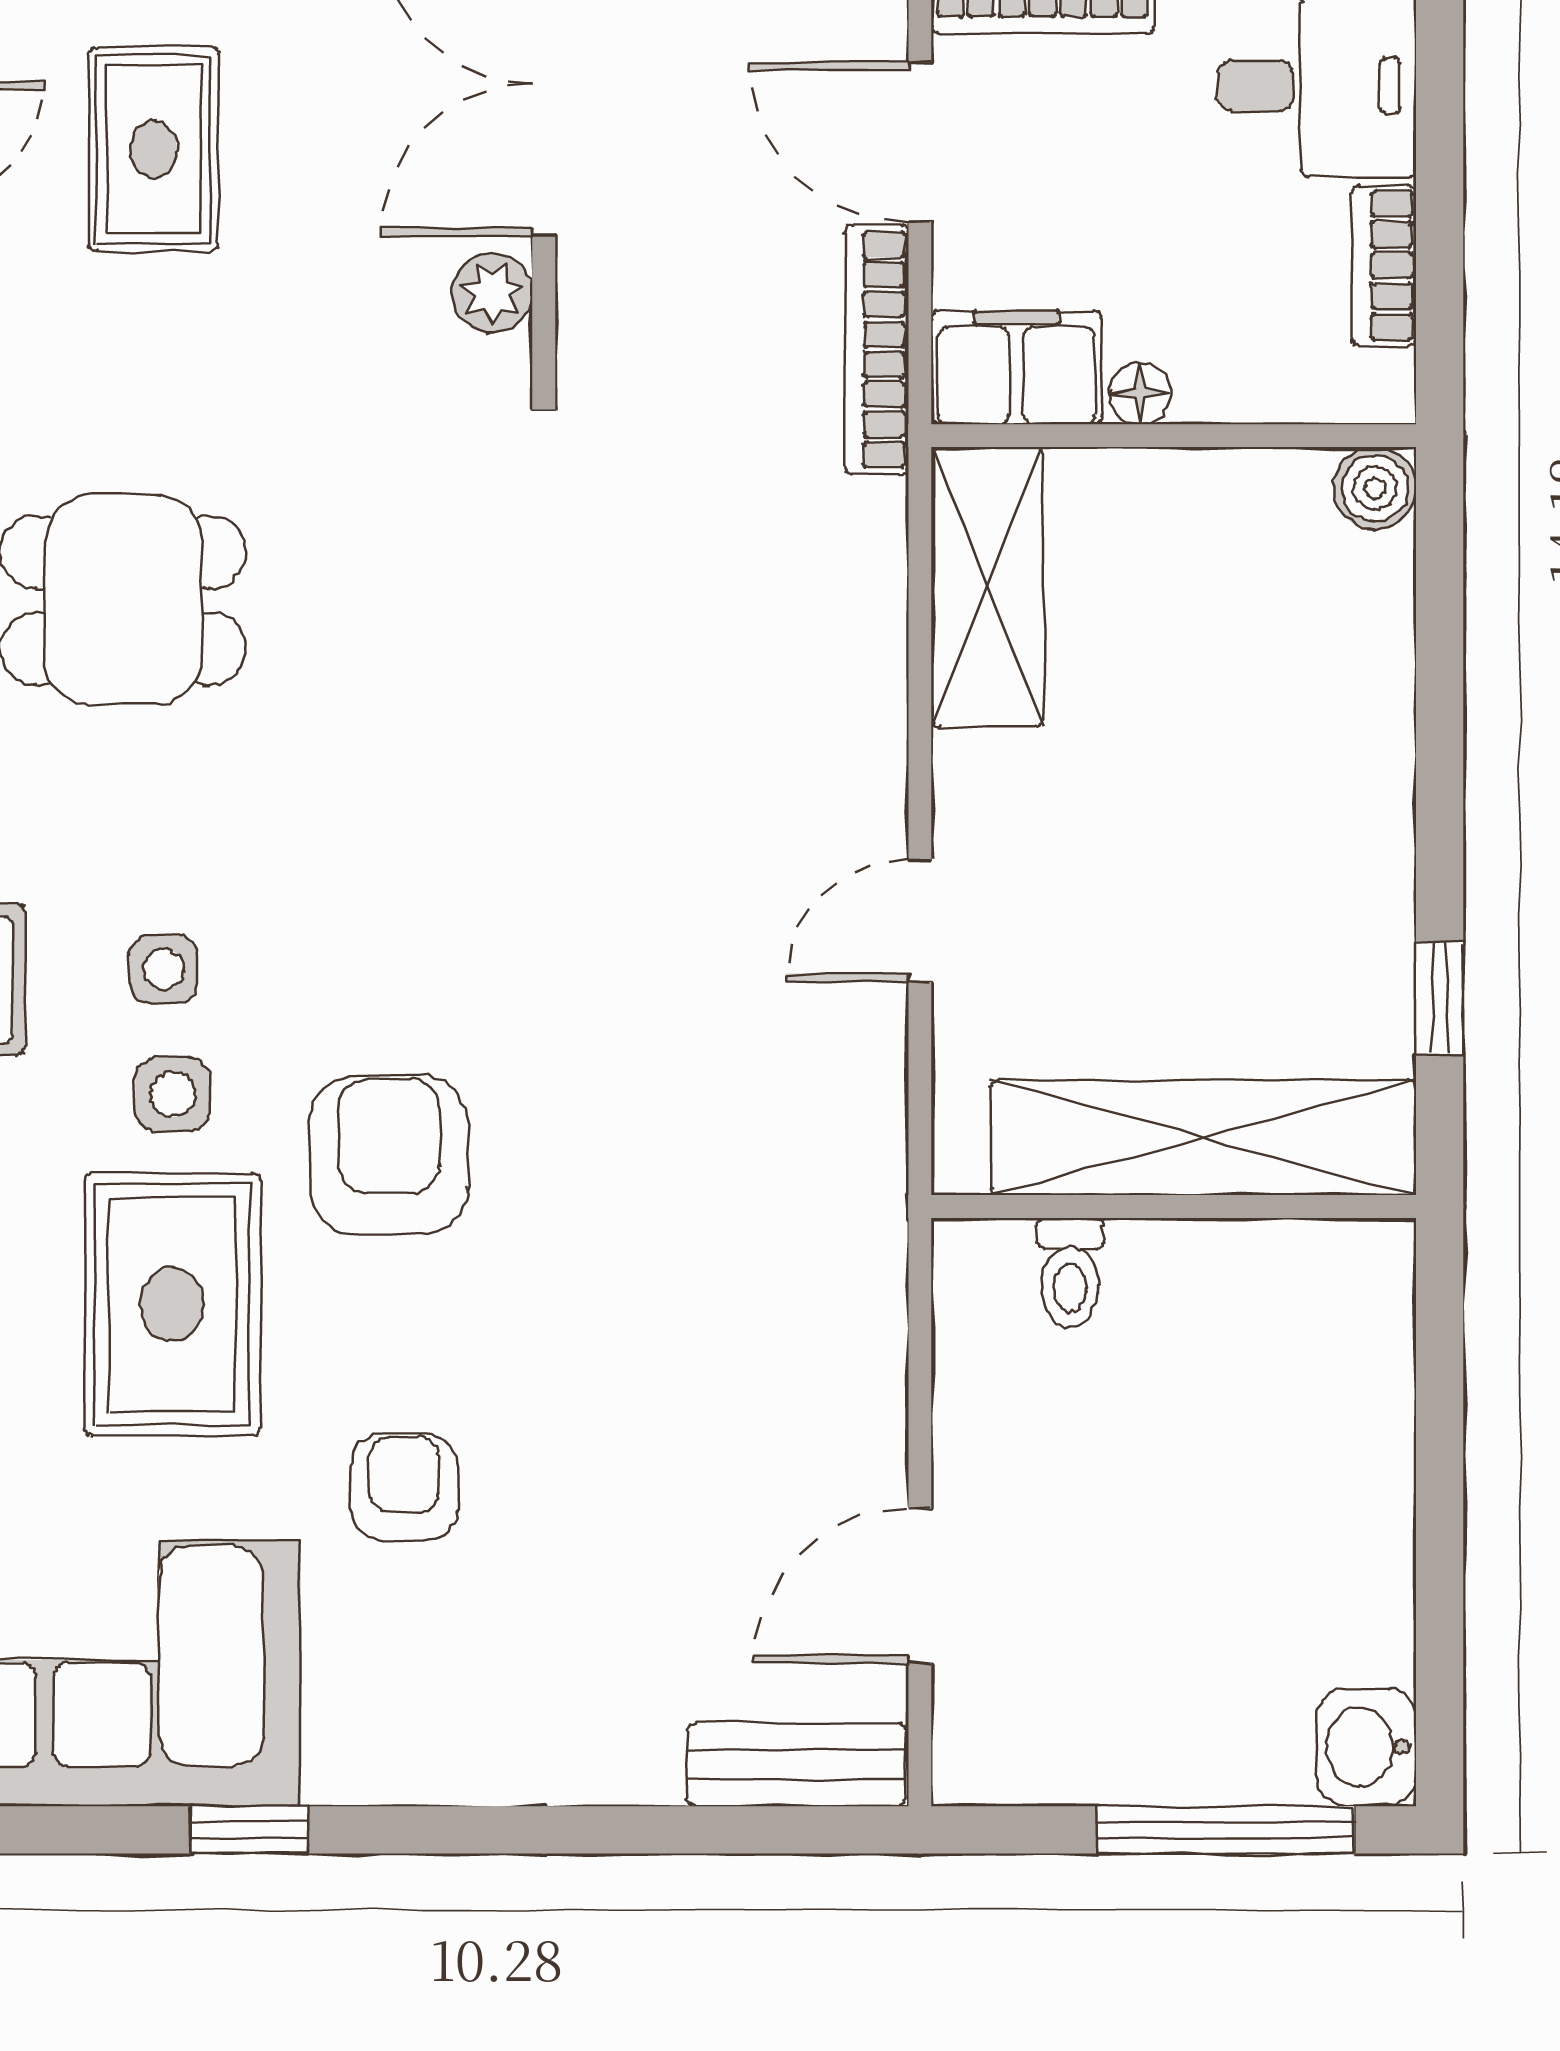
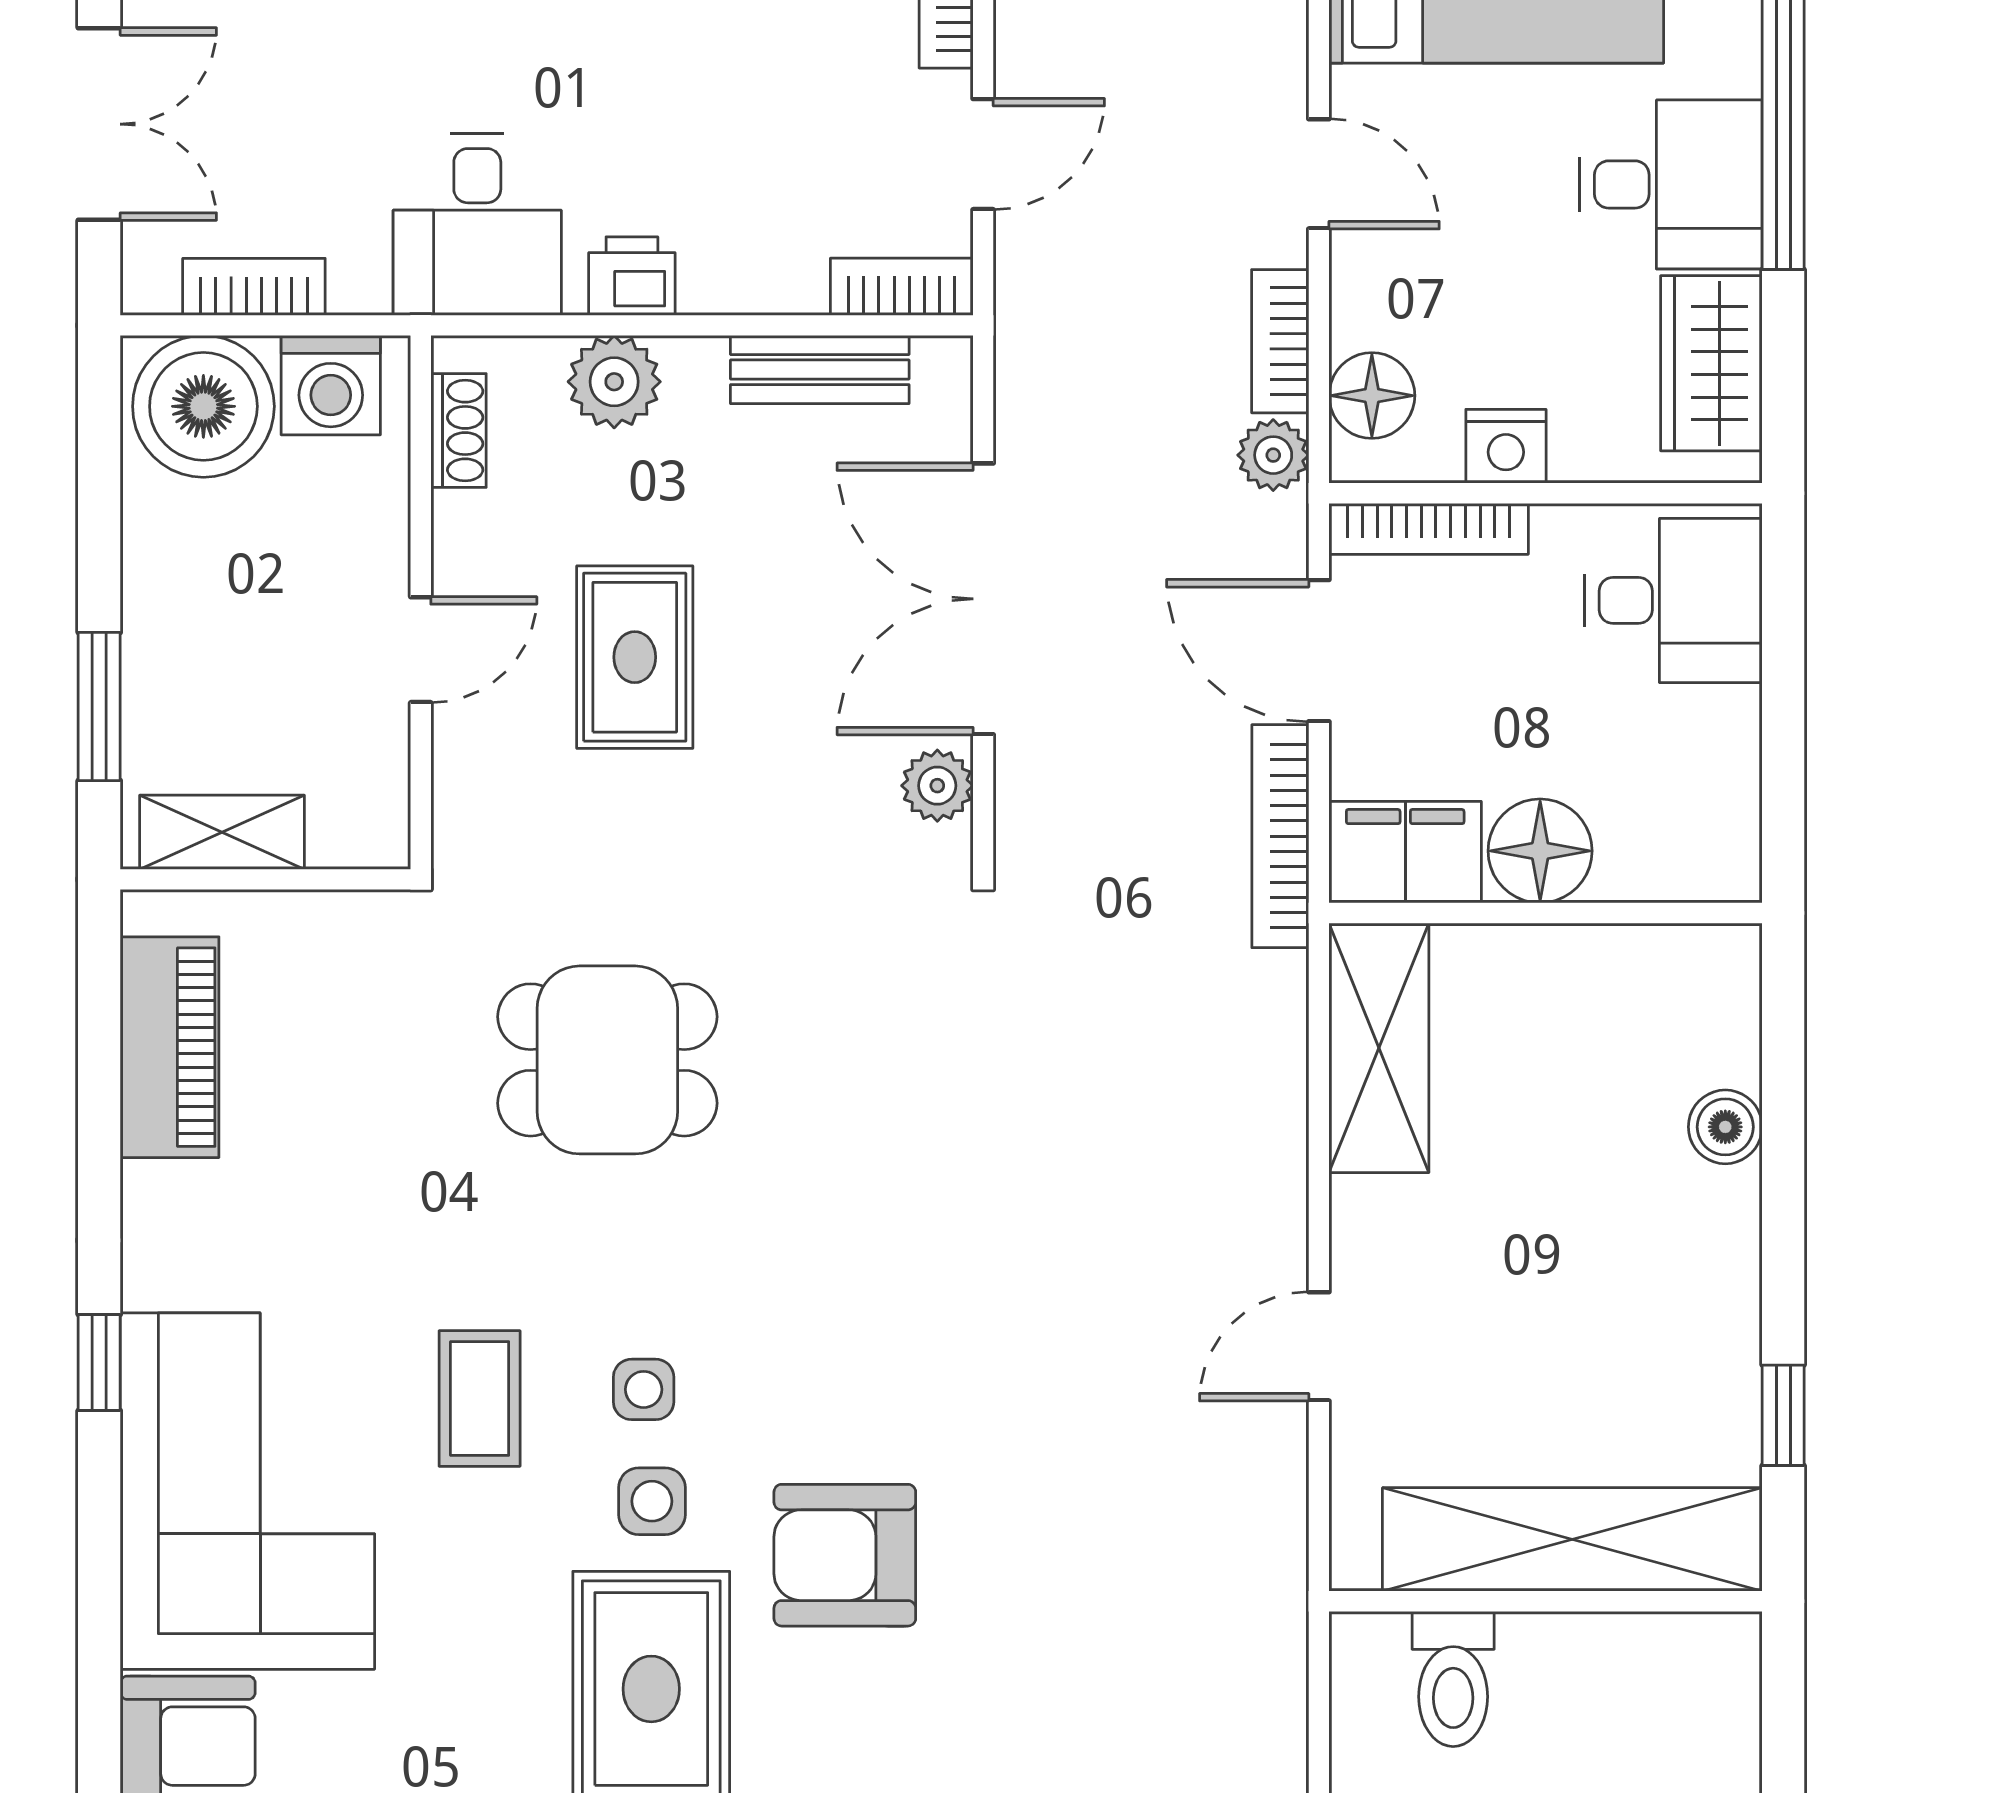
bookcase: (1384, 265) -> (1733, 761), removed
floor lamp: (1140, 393) -> (1540, 851), width x1.89, depth x1.89
boiler: (1375, 488) -> (1725, 1127), moved
armchair: (389, 1155) -> (845, 1555), turned -90
toilet: (1070, 1272) -> (1453, 1679), width x1.37, depth x1.39

